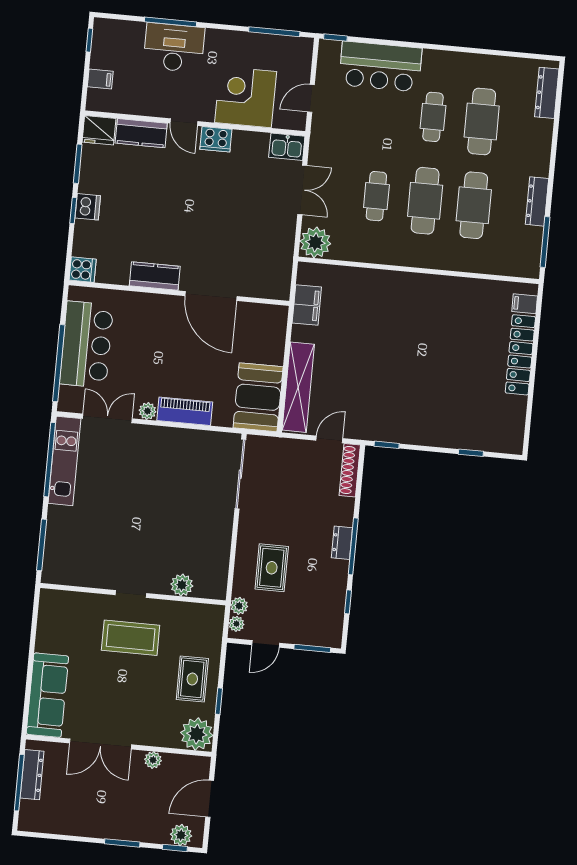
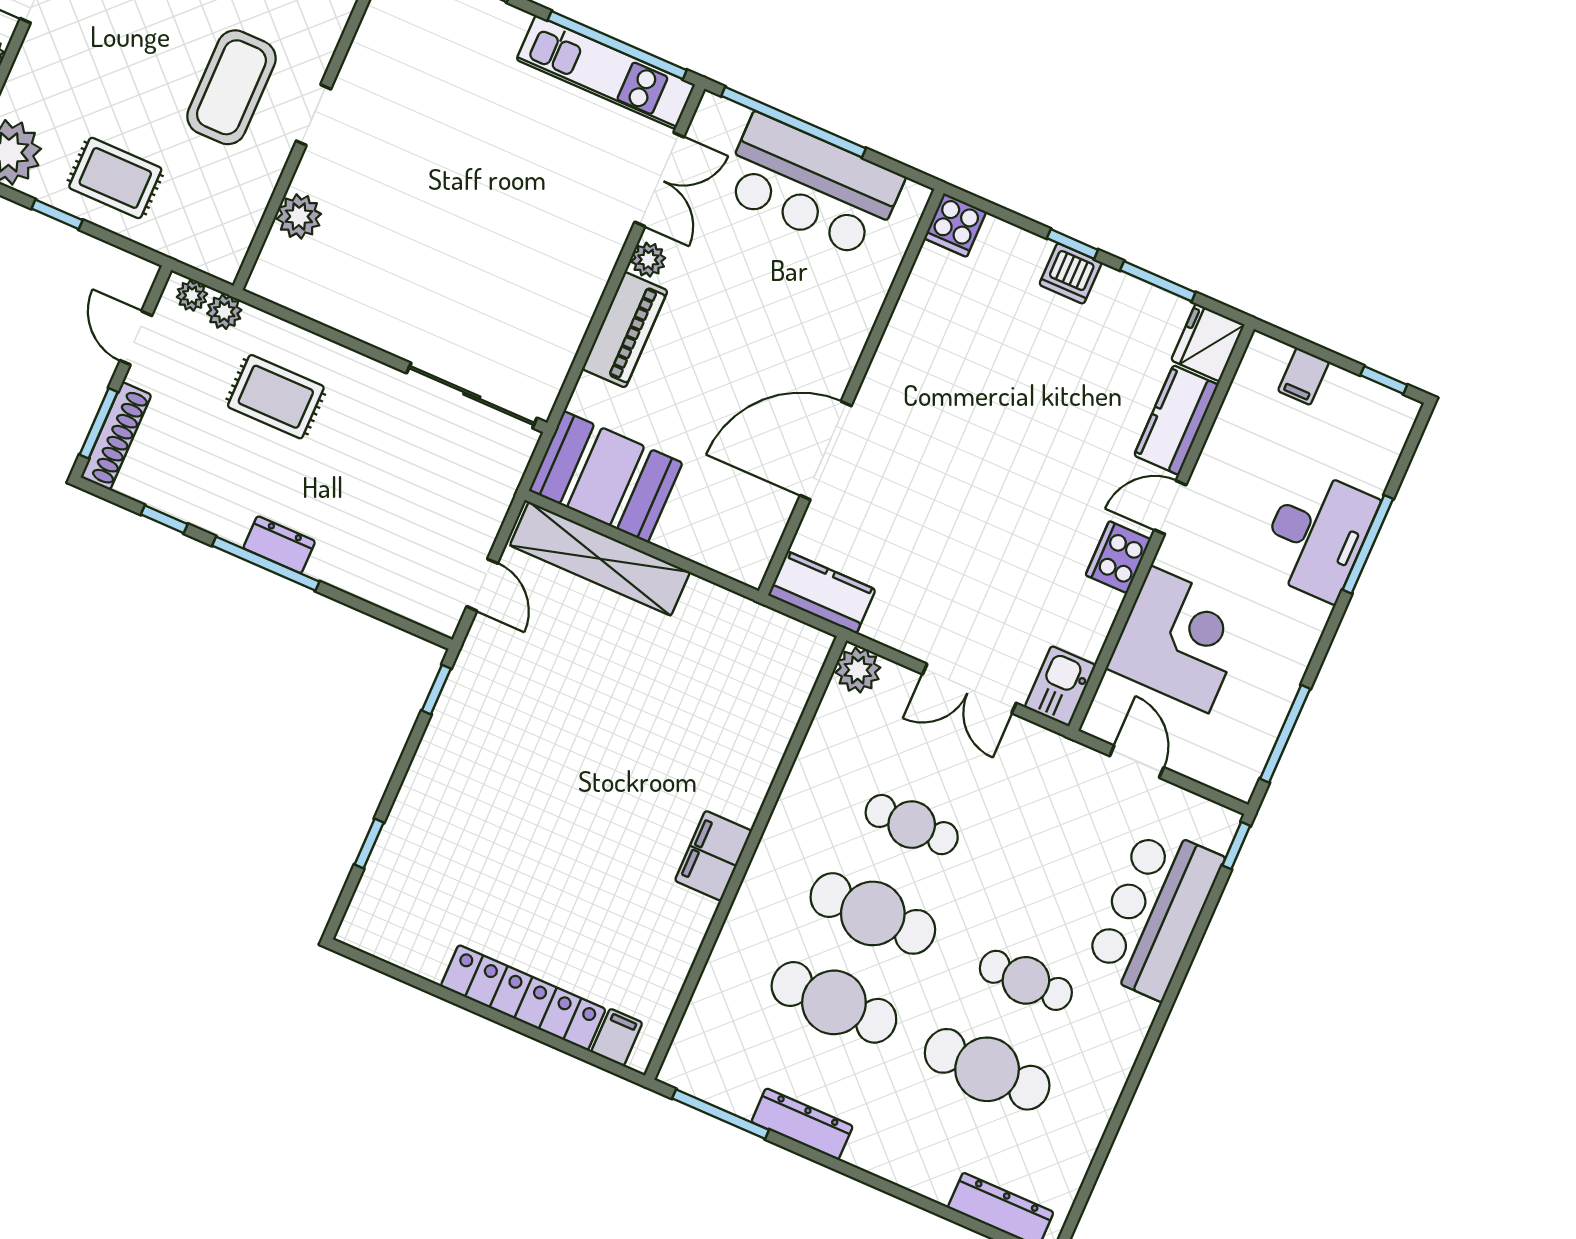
plant: (315, 242) -> (858, 670), width x0.73, depth x0.73
kitchen counter: (155, 276) -> (822, 592), moved, turned -90
filing cabinet: (307, 305) -> (713, 856), moved, turned 90
shoe rack: (350, 470) -> (116, 436), moved, turned 90

